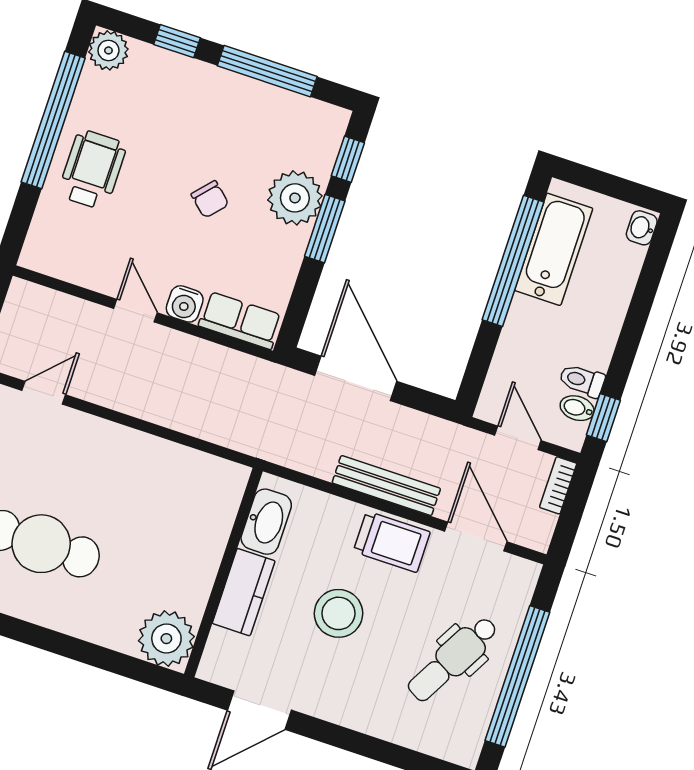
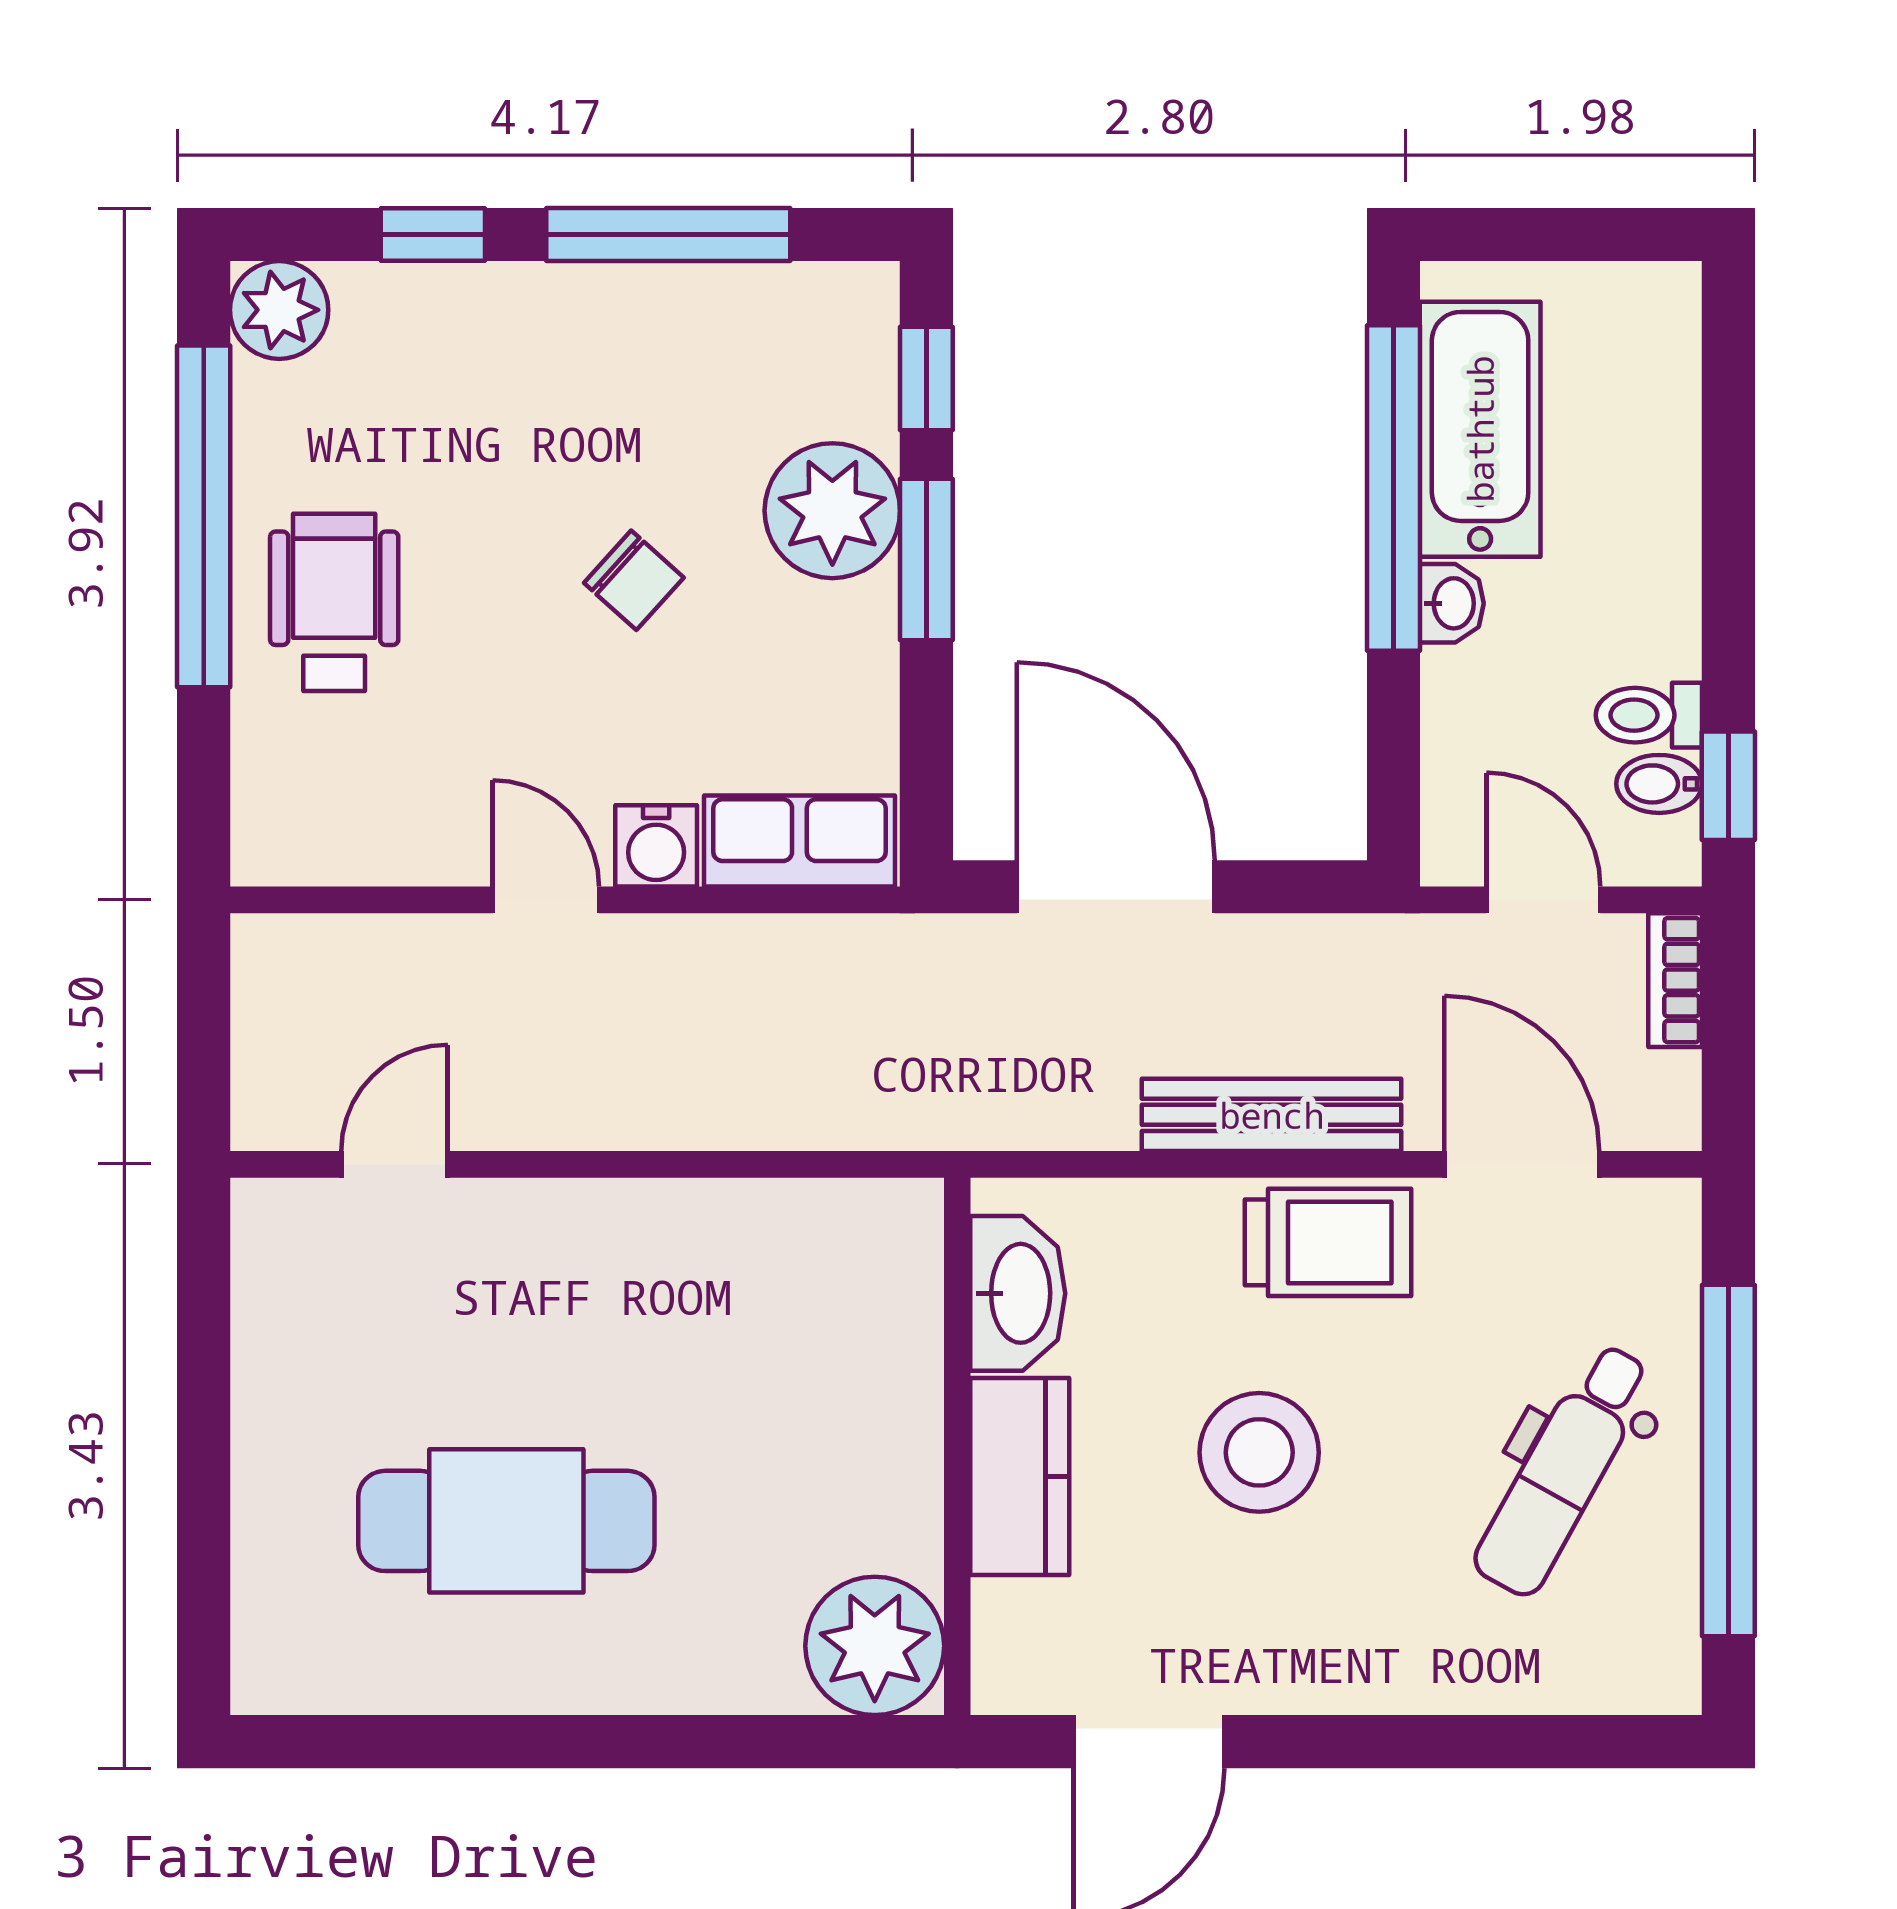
washbasin: (642, 228) -> (1452, 603), moved, turned 180

